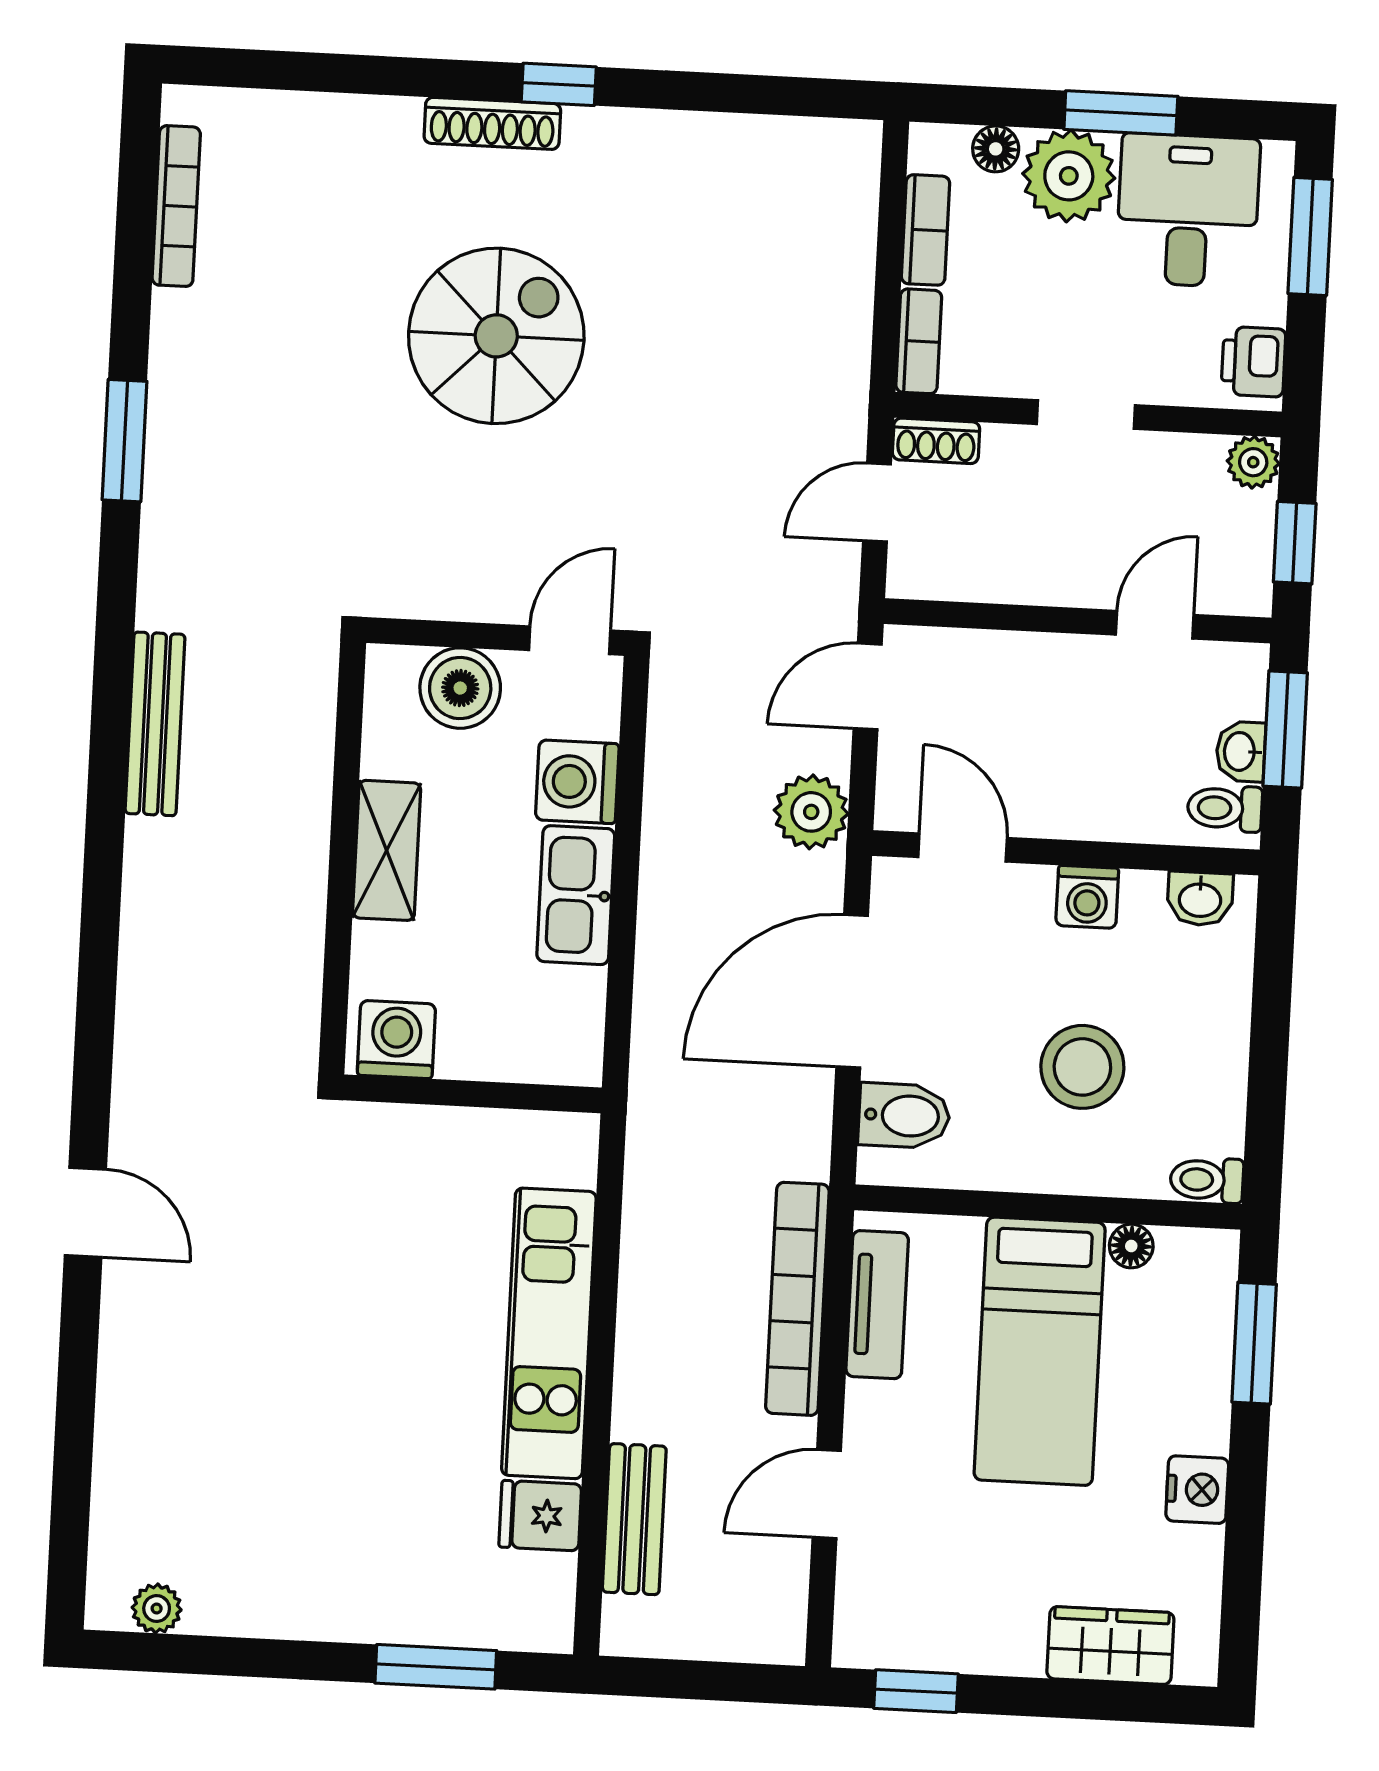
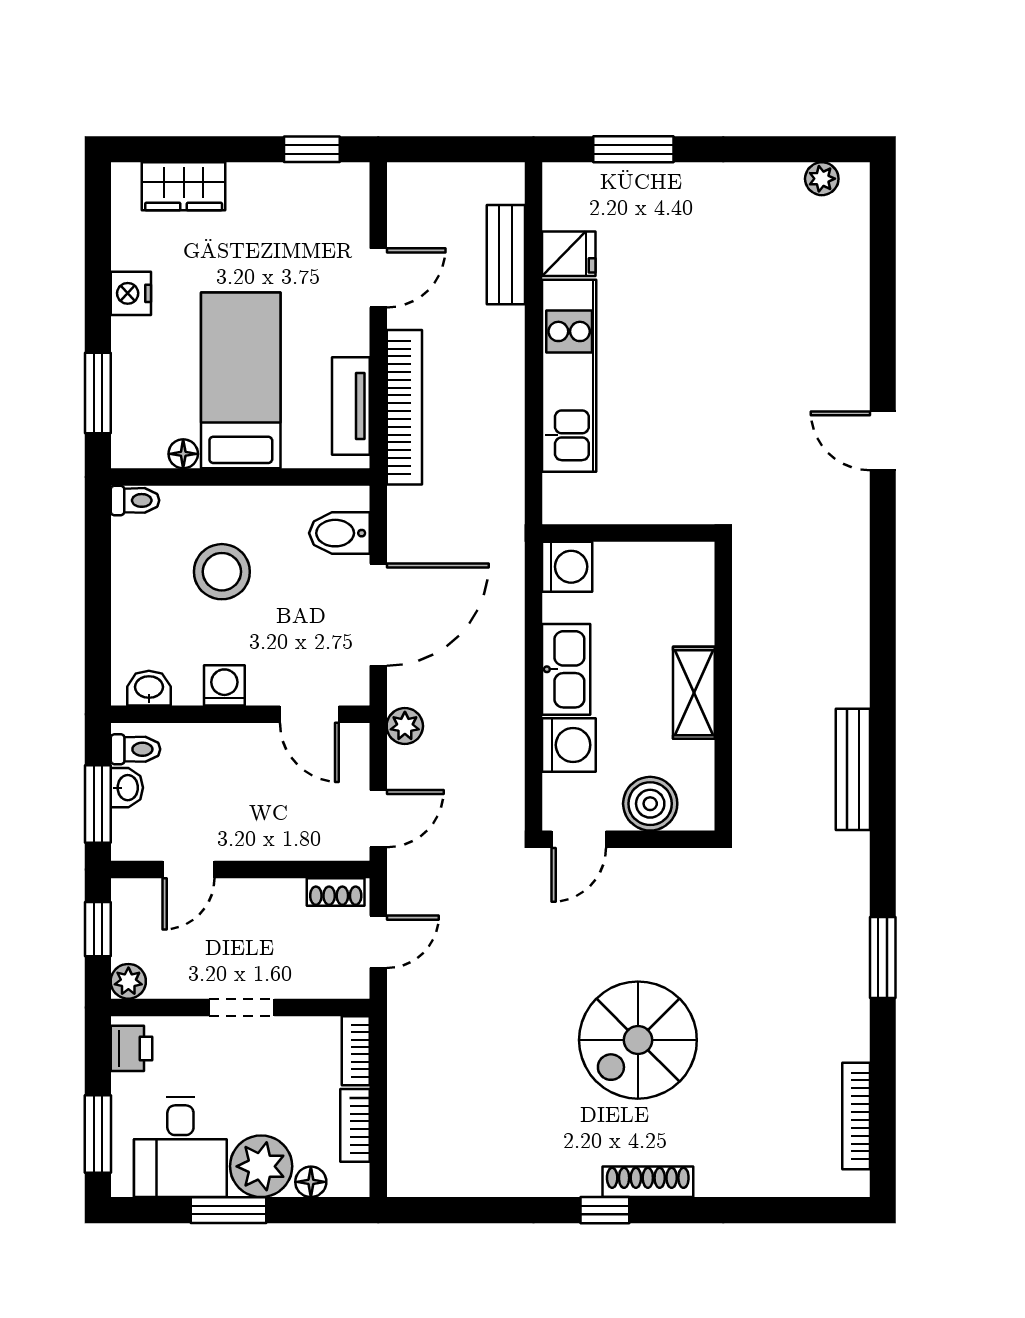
shoe rack: (936, 441) -> (336, 892), moved, turned 180
plant: (811, 812) -> (405, 726), width x0.73, depth x0.73
washing machine: (396, 1040) -> (567, 567), moved, turned -90

